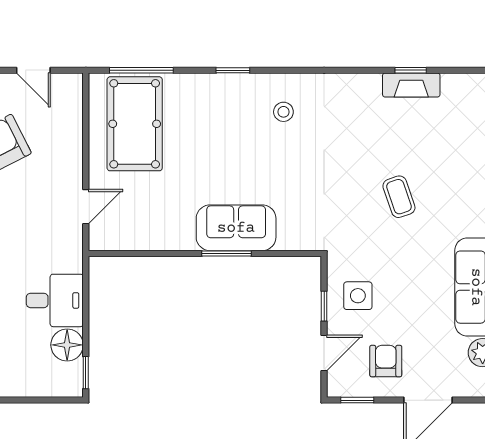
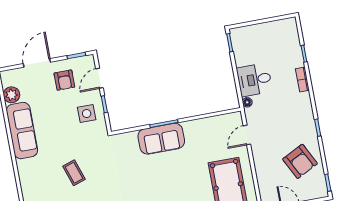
floor lamp: (67, 345) -> (247, 102), moved, width x0.53, depth x0.53

